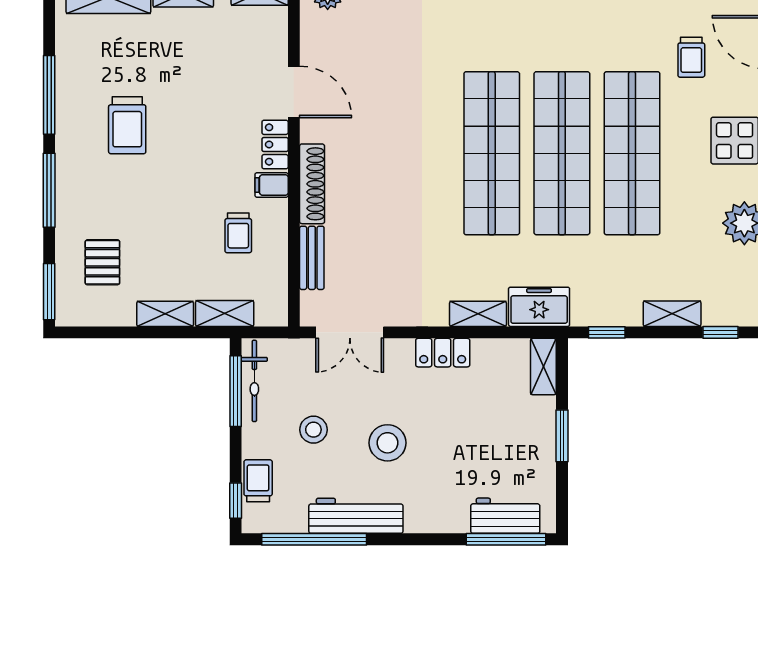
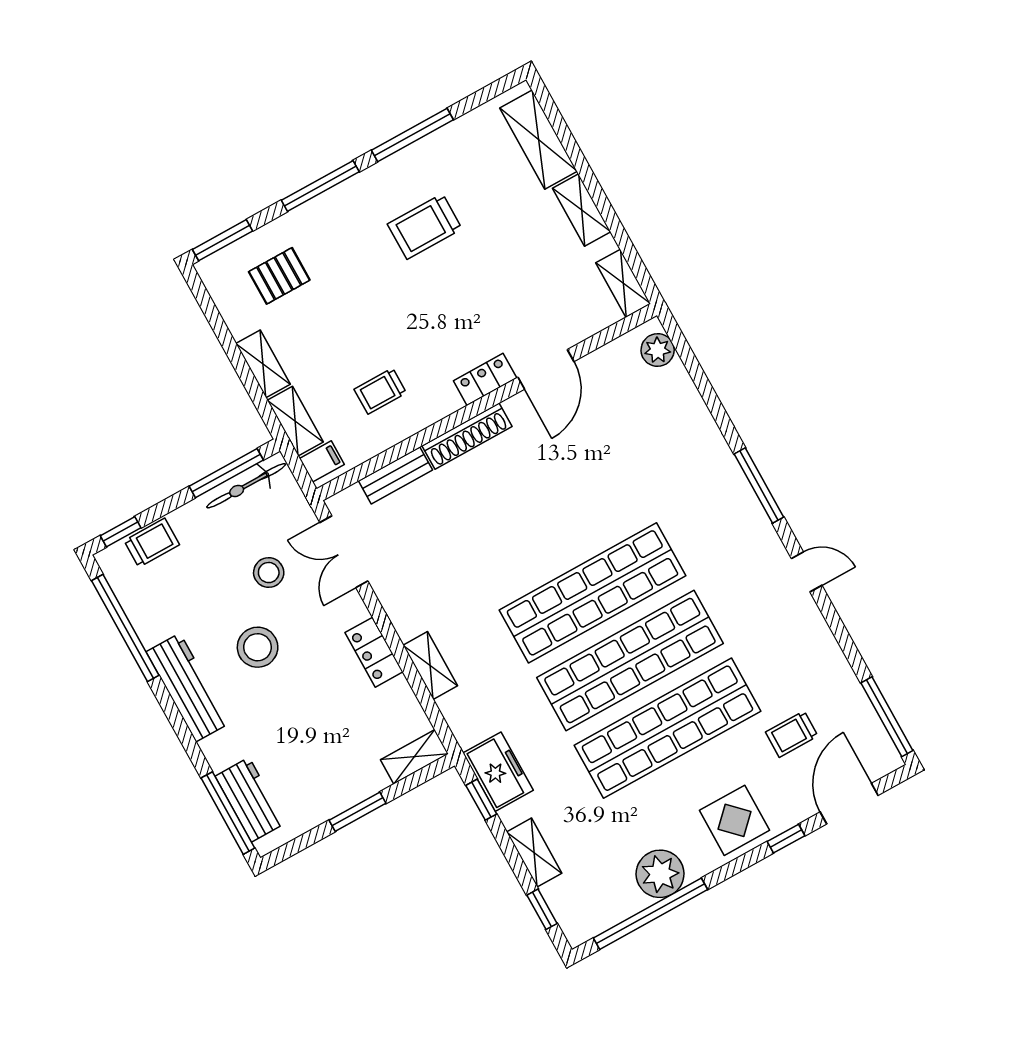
filing cabinet: (272, 185) -> (322, 461), moved, turned 90
freezer: (539, 307) -> (498, 772), moved
stool: (313, 430) -> (269, 573), moved
workbench: (356, 516) -> (188, 687), moved

